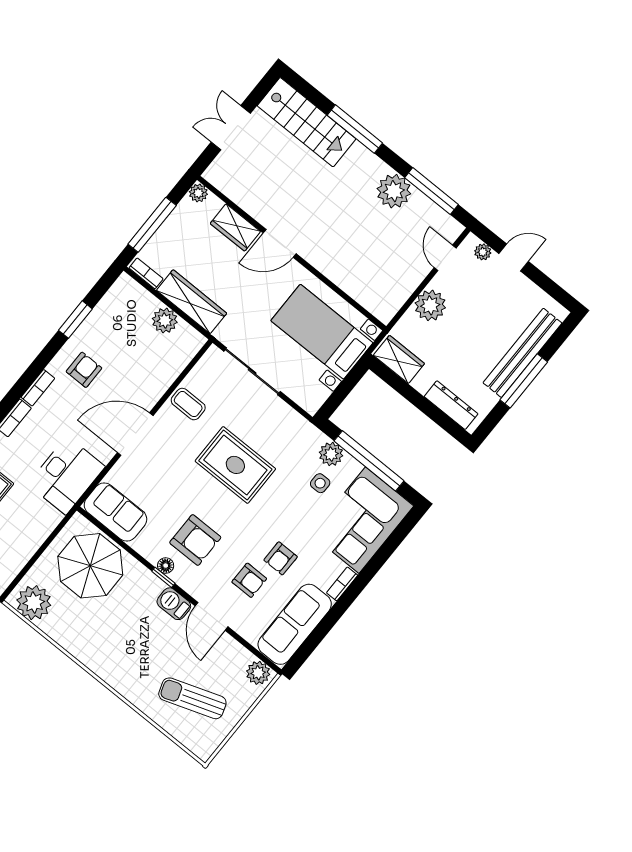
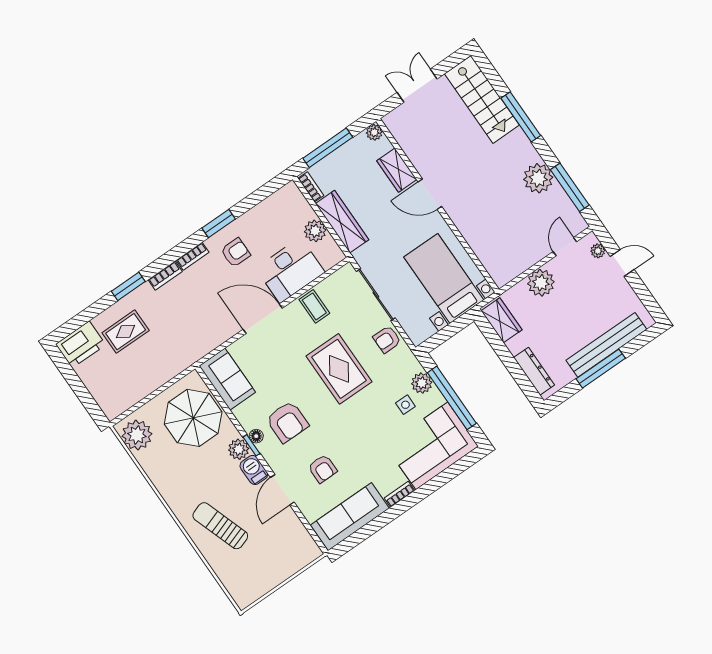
window: (75, 320) -> (219, 224), moved
desk: (66, 475) -> (290, 270), moved
armchair: (281, 558) -> (387, 339), moved
plant: (258, 673) -> (239, 449), moved
sun lounger: (192, 698) -> (220, 526), moved

